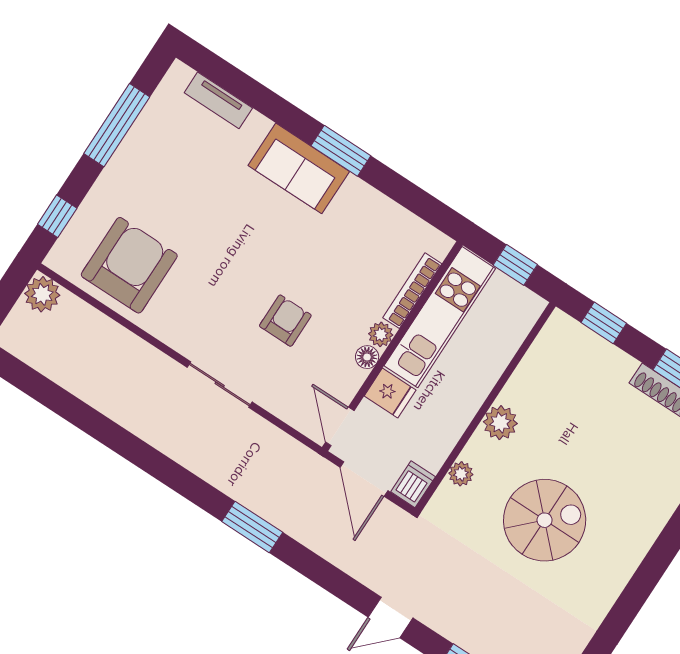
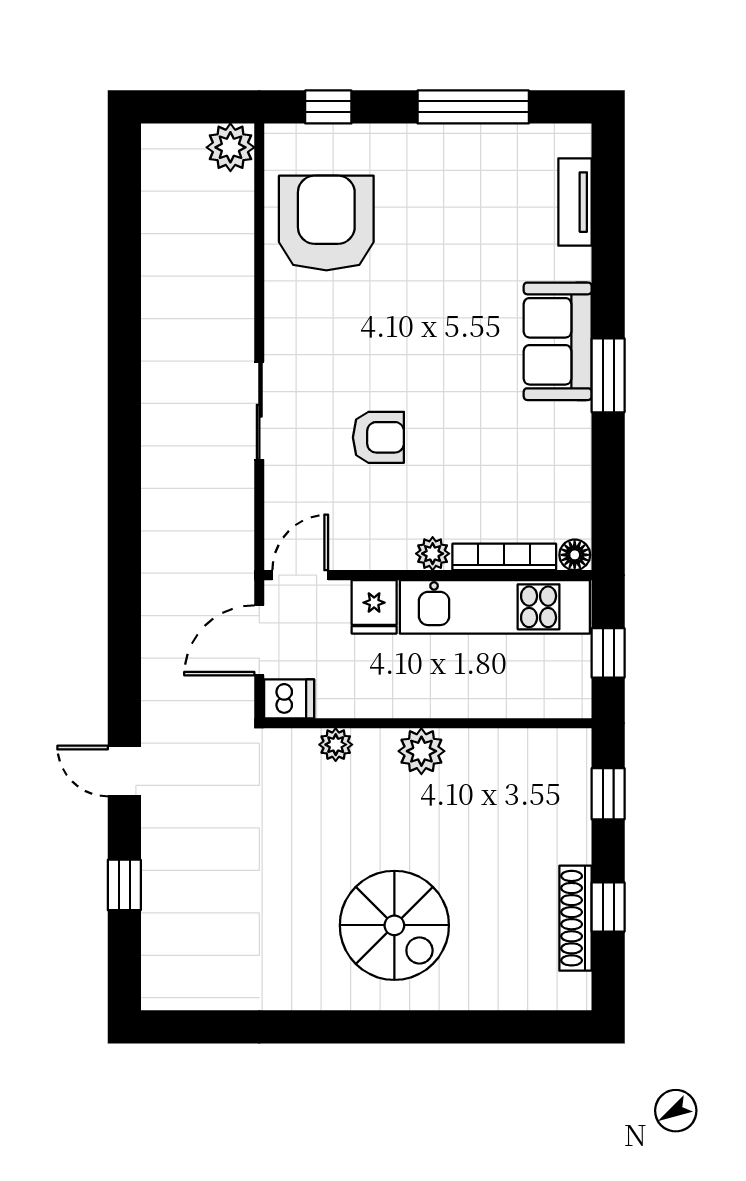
armchair: (129, 265) -> (326, 223), turned -90
floor lamp: (367, 357) -> (575, 555), moved
spiral stairs: (545, 520) -> (394, 925), moved
window: (252, 527) -> (124, 551), removed

